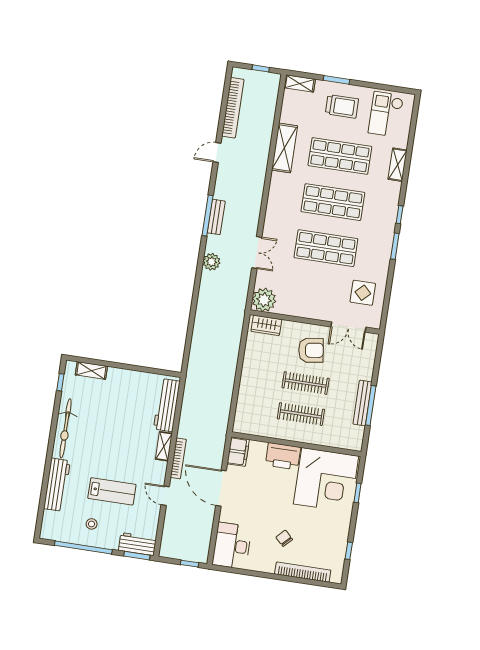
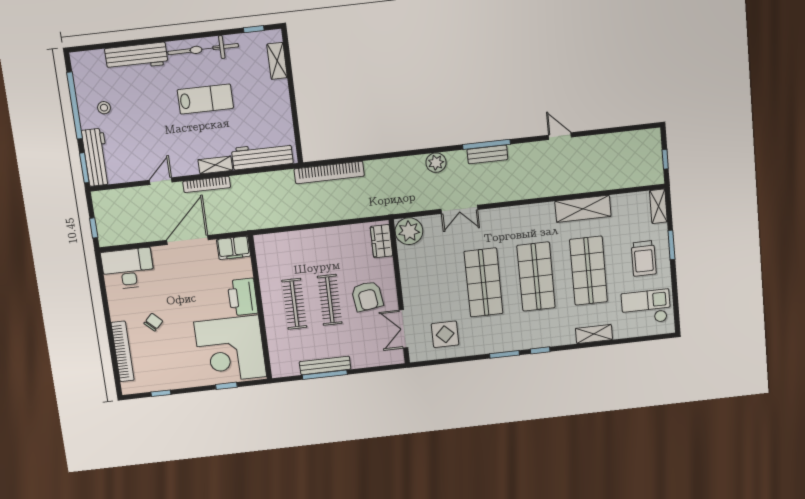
bookcase: (233, 108) -> (329, 172), moved
lab bench: (112, 491) -> (205, 99), moved, turned -90
workbench: (137, 544) -> (96, 157), width x1.38

